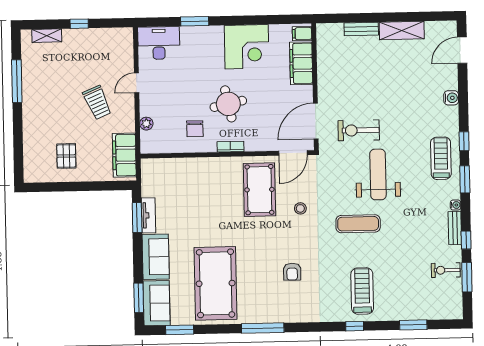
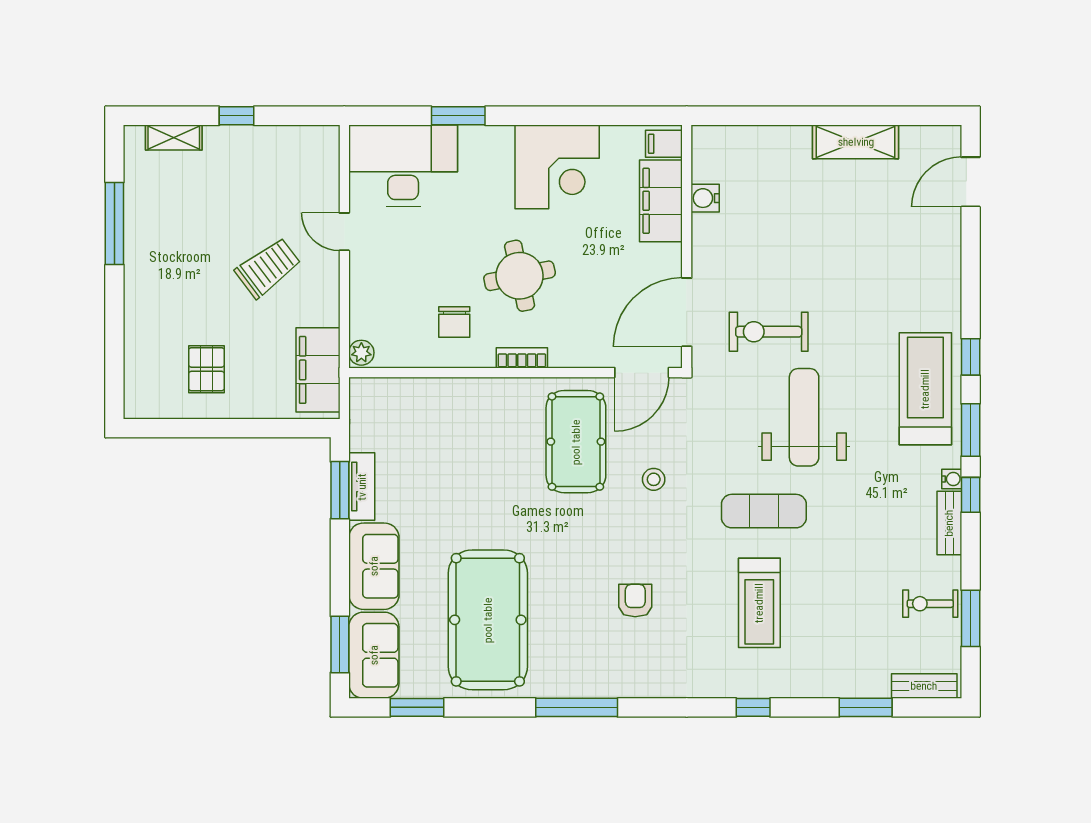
bench: (361, 29) -> (924, 686), moved
desk: (159, 43) -> (403, 165), width x1.36, depth x1.30
door: (137, 83) -> (344, 232), hinge flipped
water cooler: (451, 98) -> (705, 198), moved, turned 180
trolley: (97, 102) -> (268, 268), turned -104
plant: (146, 124) -> (361, 353), moved
treadmill: (441, 158) -> (925, 389), width x1.37, depth x1.38
window: (466, 240) -> (971, 495), moved
armchair: (292, 272) -> (635, 601), turned 180
treadmill: (362, 291) -> (759, 603), moved, turned 180

